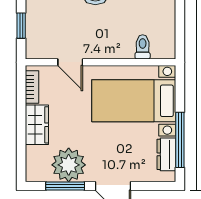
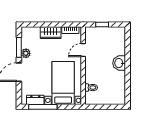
plant: (69, 165) -> (26, 53), width x0.53, depth x0.53

